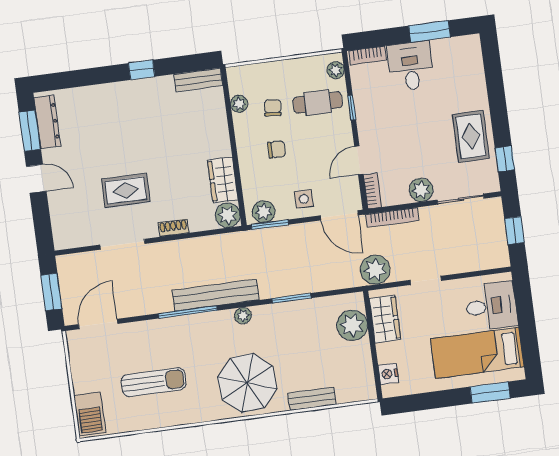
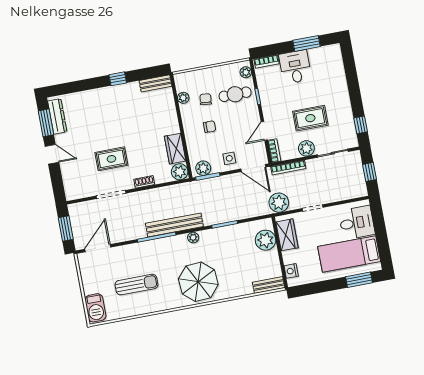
rug: (471, 136) -> (310, 118), moved, turned 90
bench: (312, 399) -> (269, 285), moved

